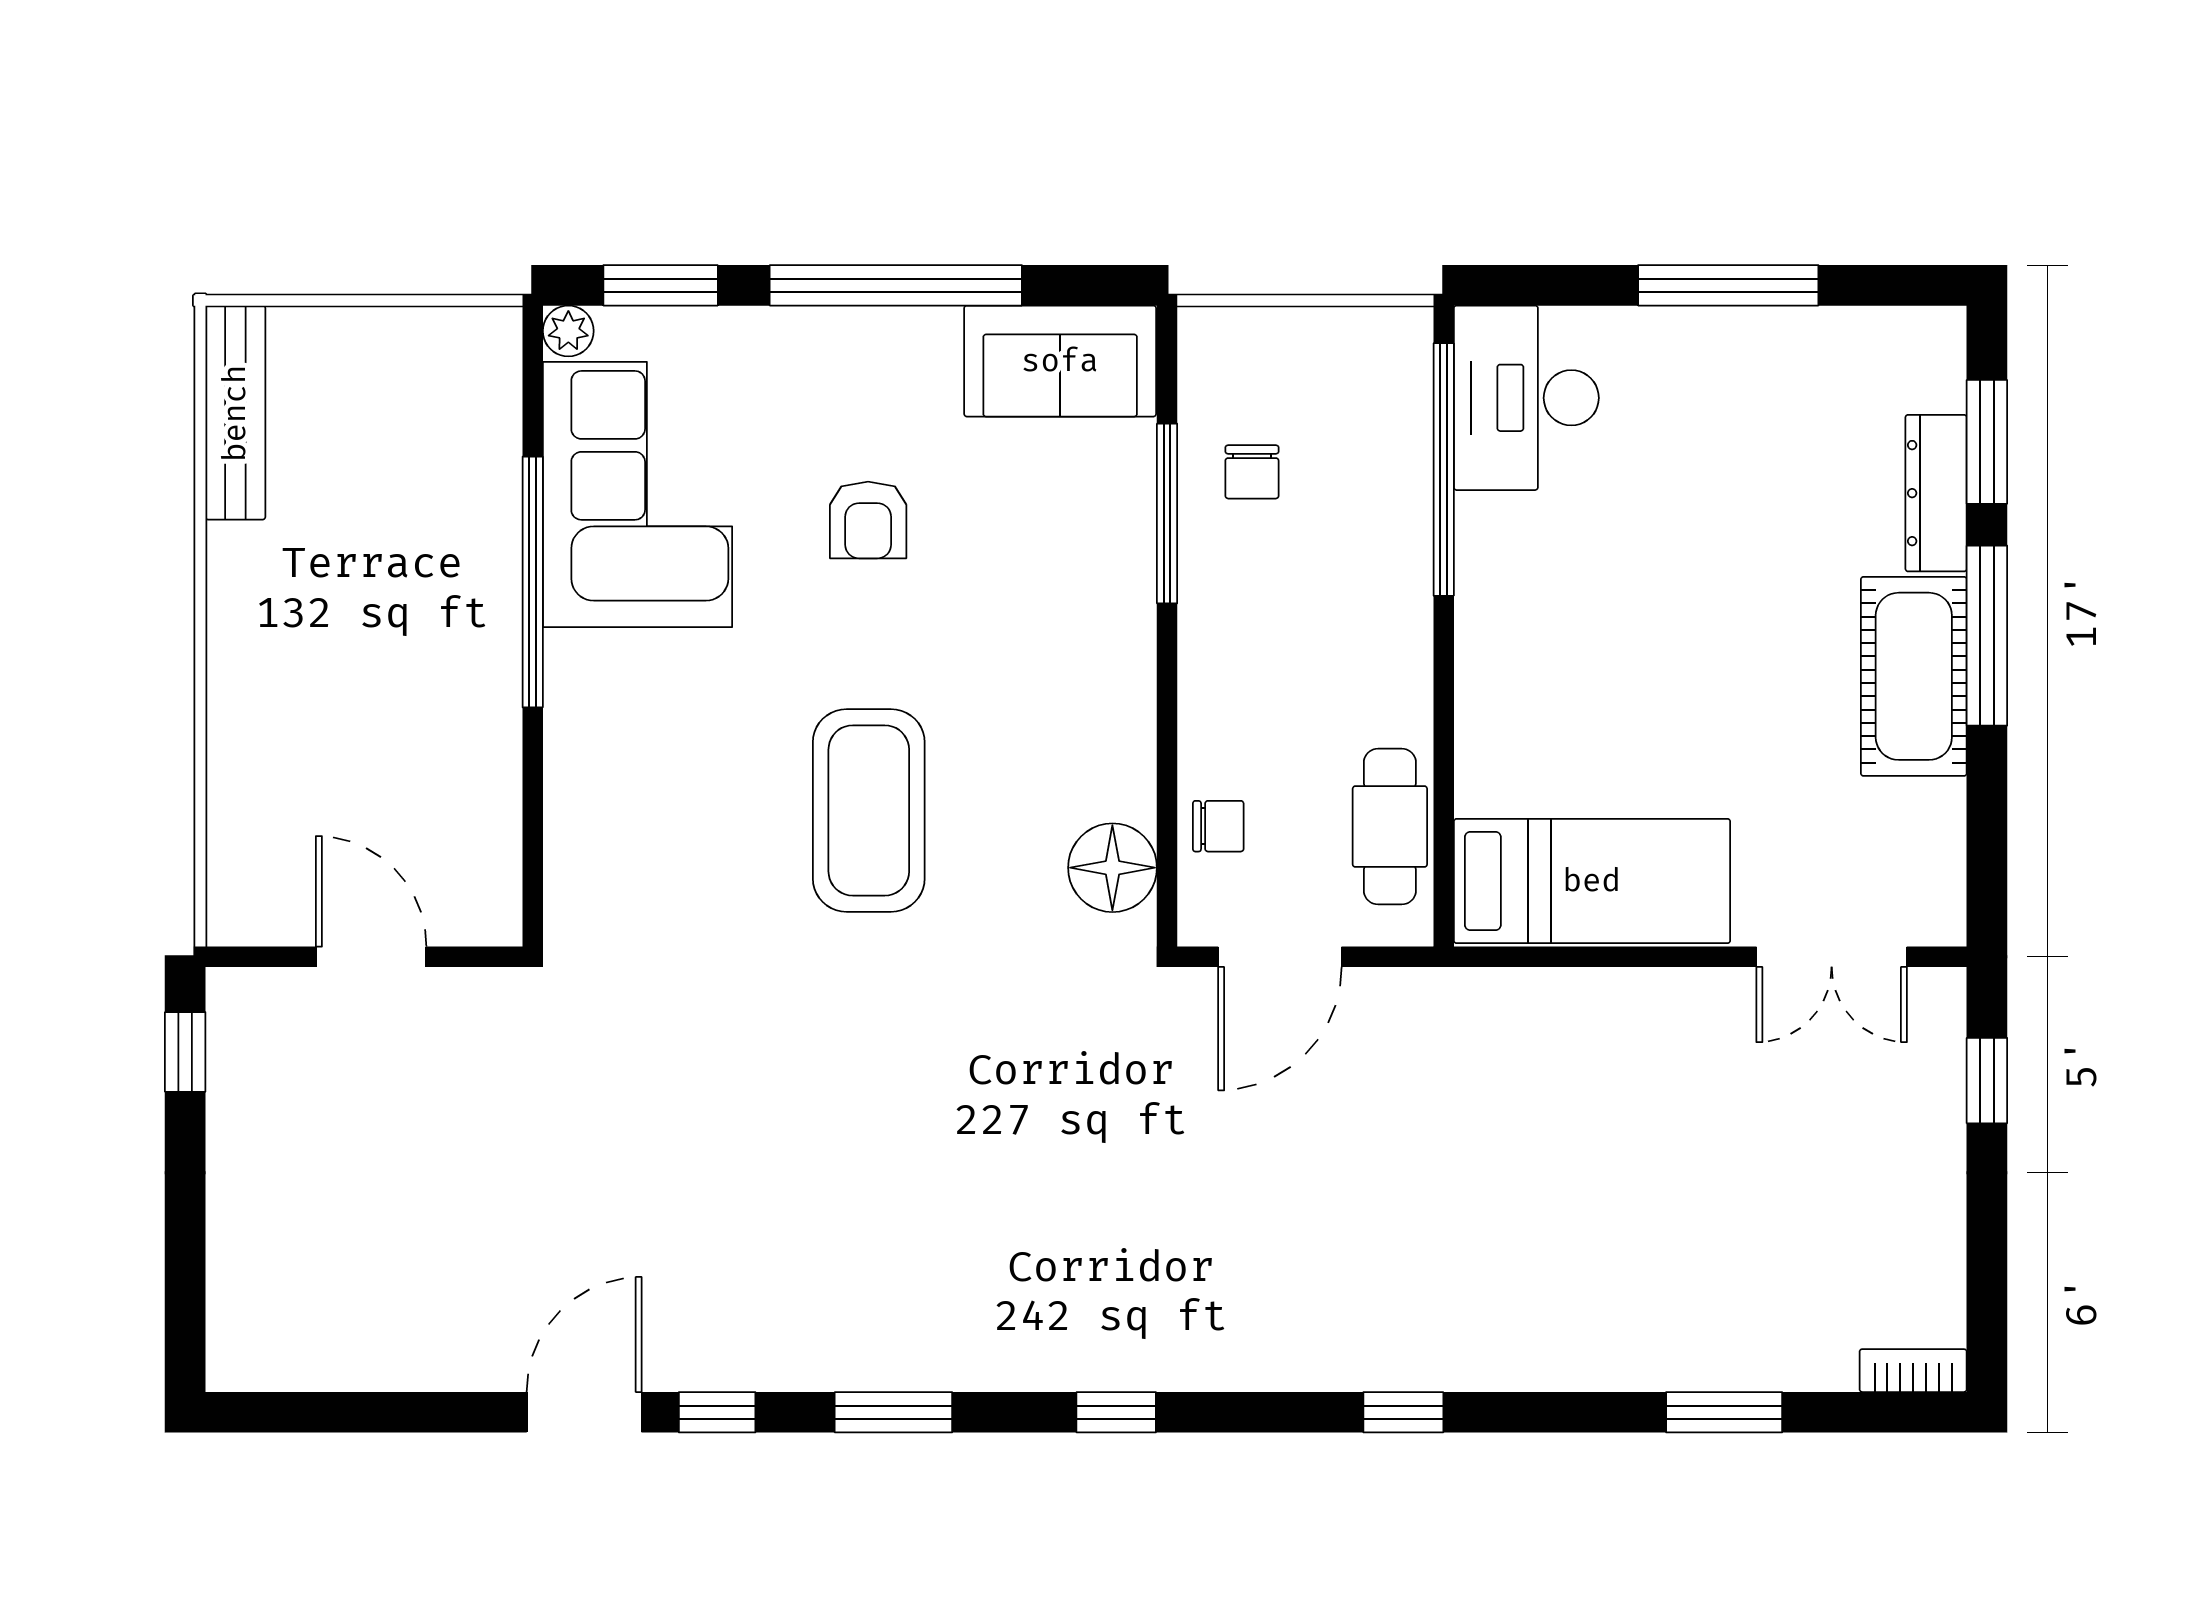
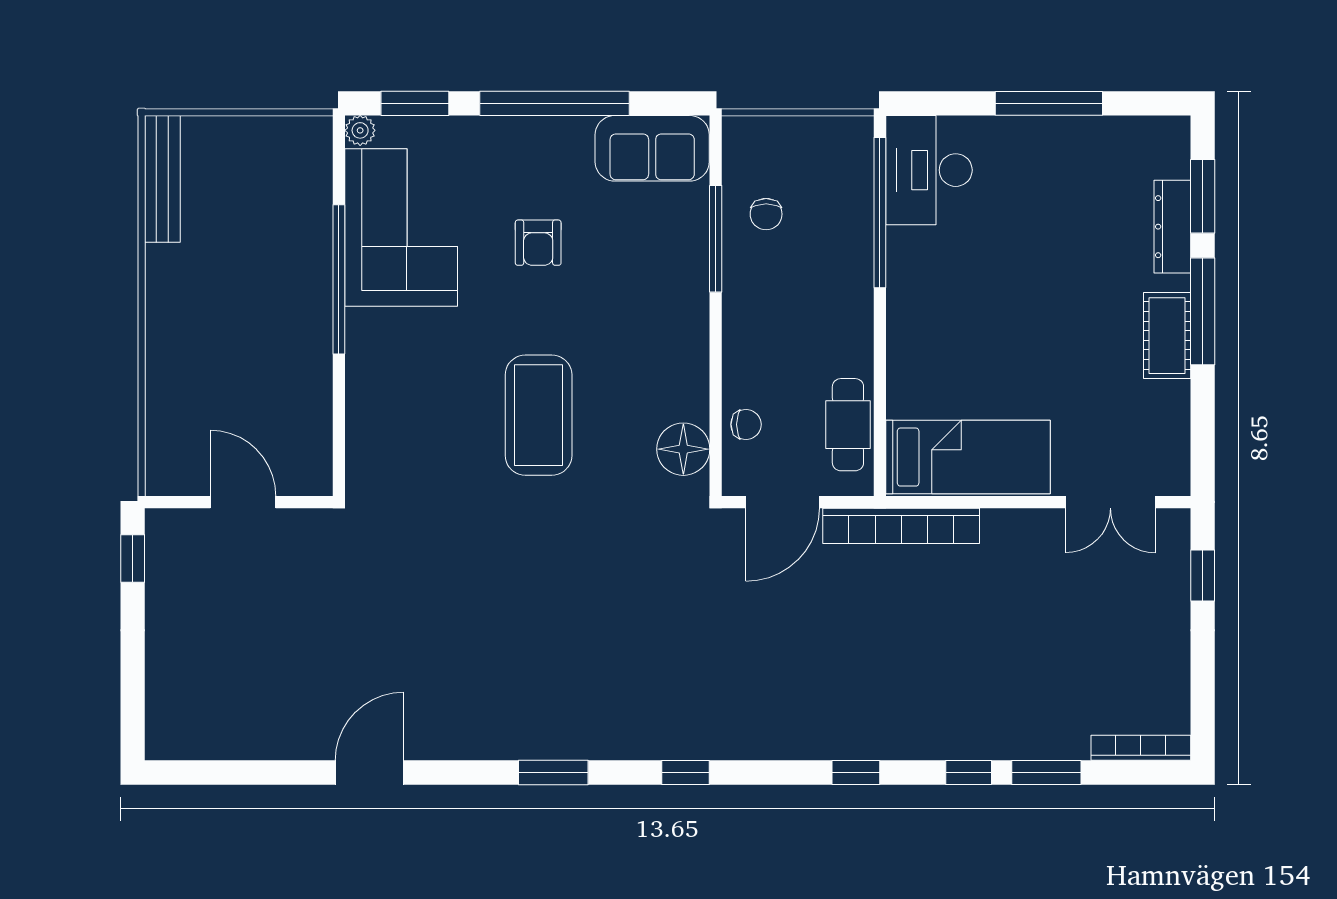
cot: (1914, 676) -> (1167, 336), width x0.73, depth x0.75
bookcase: (1479, 997) -> (901, 526), added
bookcase: (1913, 1371) -> (1141, 748), width x1.56
window: (717, 1412) -> (969, 772), moved

